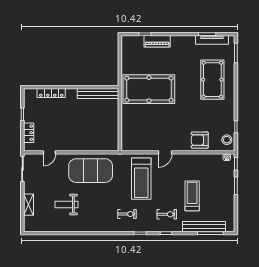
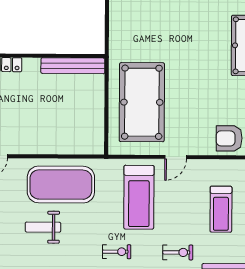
pool table: (149, 89) -> (142, 102), moved, turned 90
treadmill: (192, 196) -> (221, 209), moved, turned 180
weight bench: (67, 204) -> (43, 227), moved

